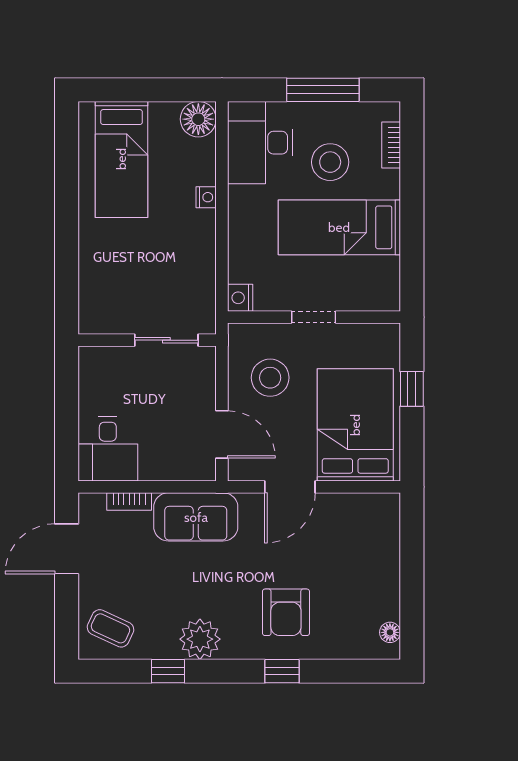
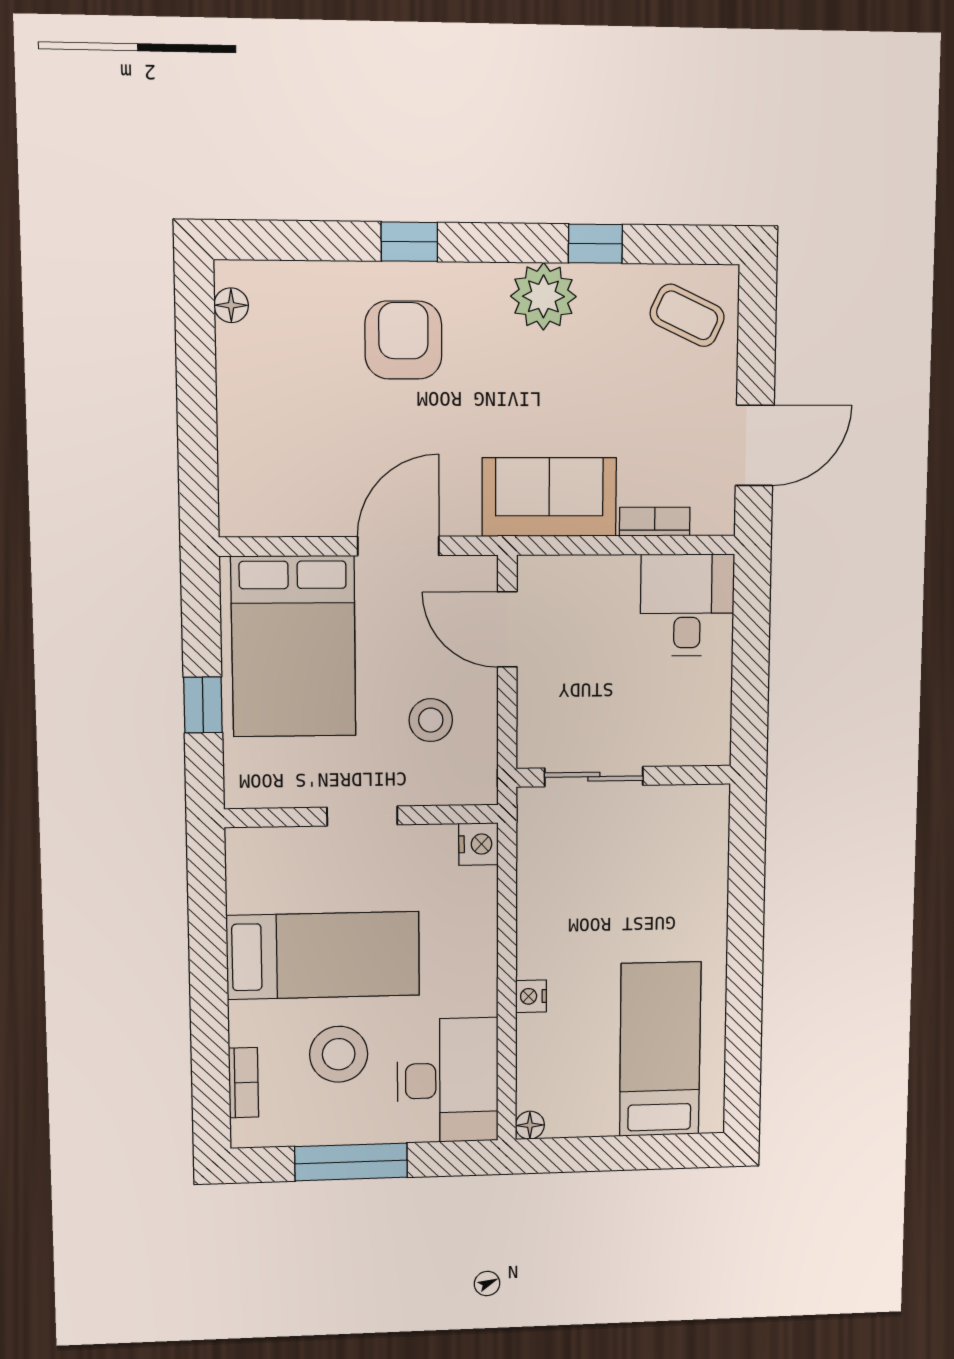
floor lamp: (198, 119) -> (530, 1125), width x0.53, depth x0.53
stool: (270, 378) -> (431, 720), width x0.73, depth x0.73

